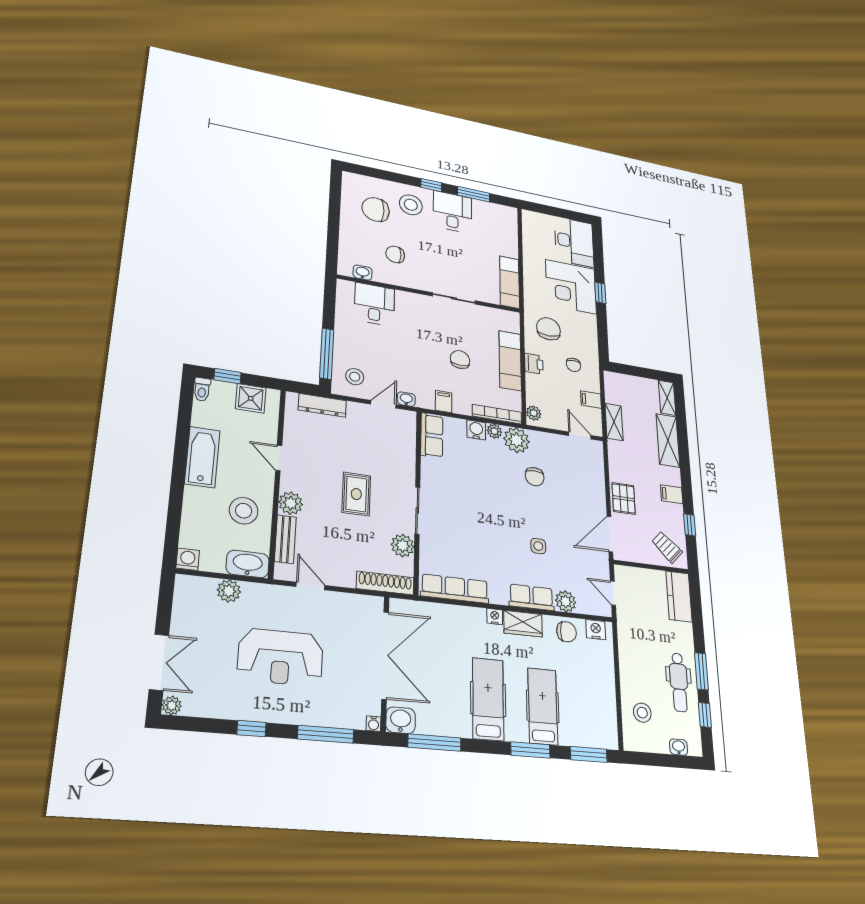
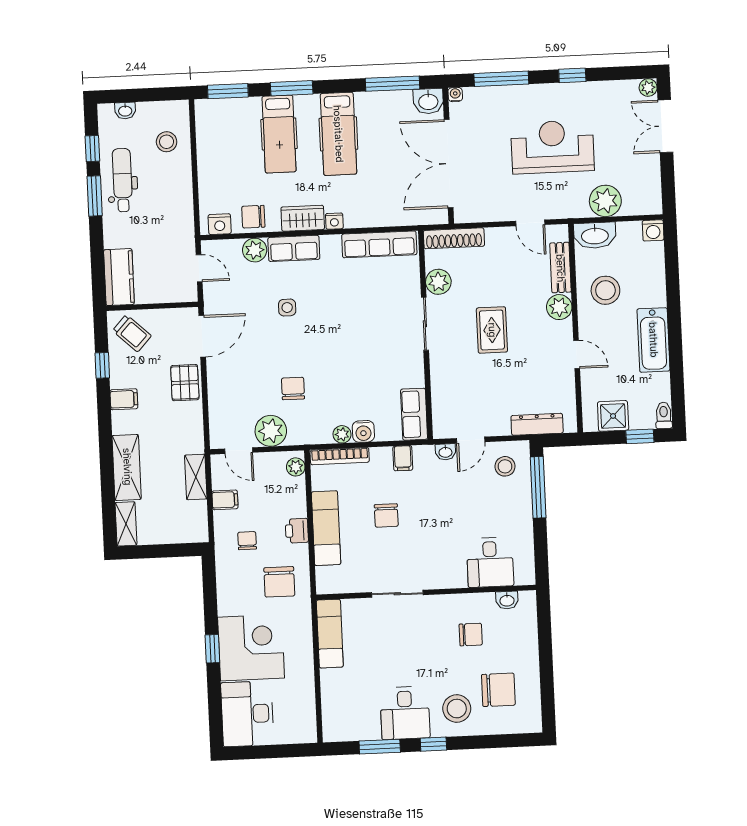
plant: (517, 440) -> (271, 431), moved
plant: (229, 591) -> (605, 201), width x1.36, depth x1.36

